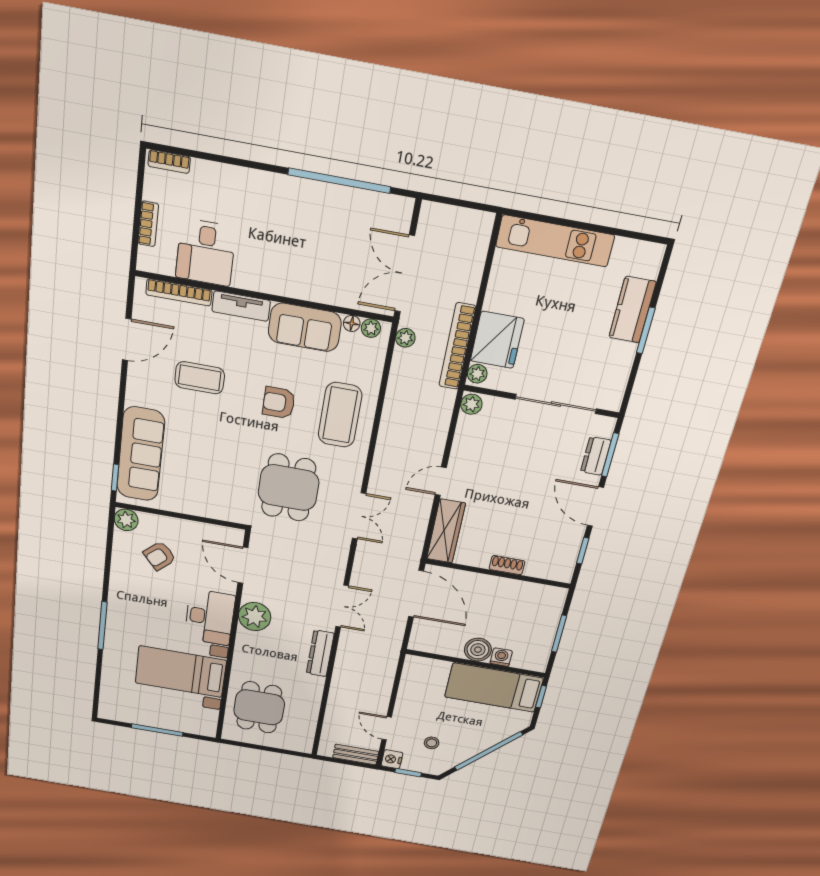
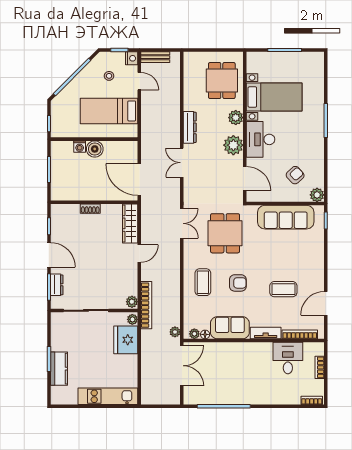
bookcase: (457, 346) -> (146, 305), moved
coffee table: (340, 415) -> (203, 282), width x0.73, depth x0.76
sofa: (141, 454) -> (286, 217), moved, turned -90
double door: (359, 516) -> (182, 223), swing flipped
plant: (245, 654) -> (236, 118), added
bed: (494, 688) -> (109, 111), moved, turned 180

